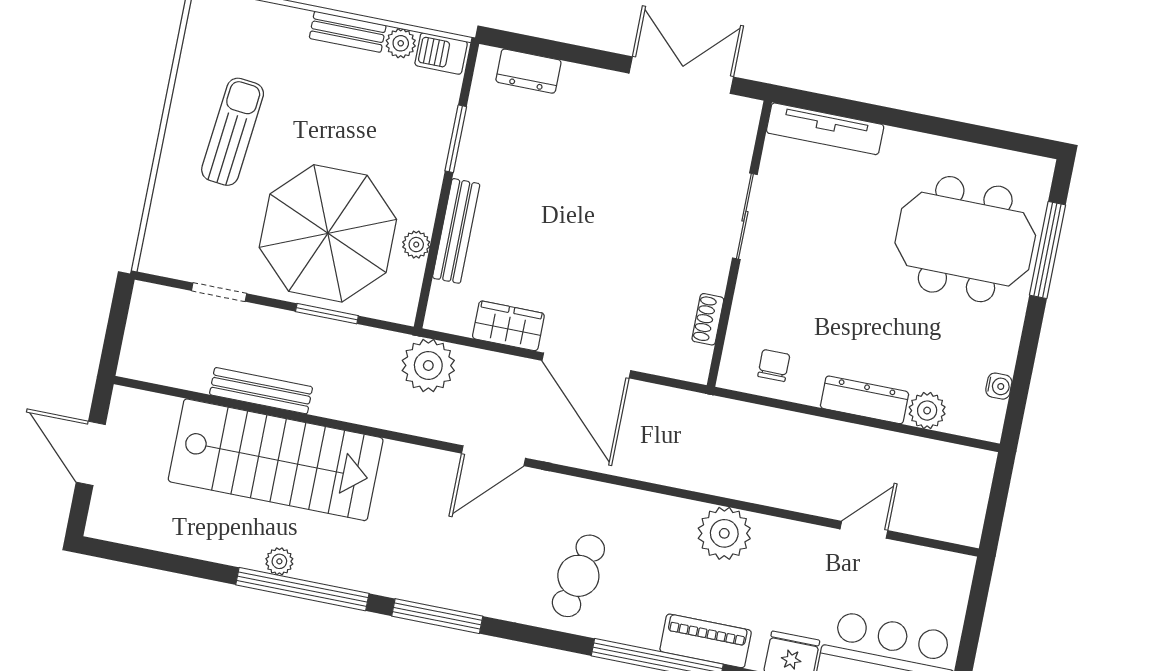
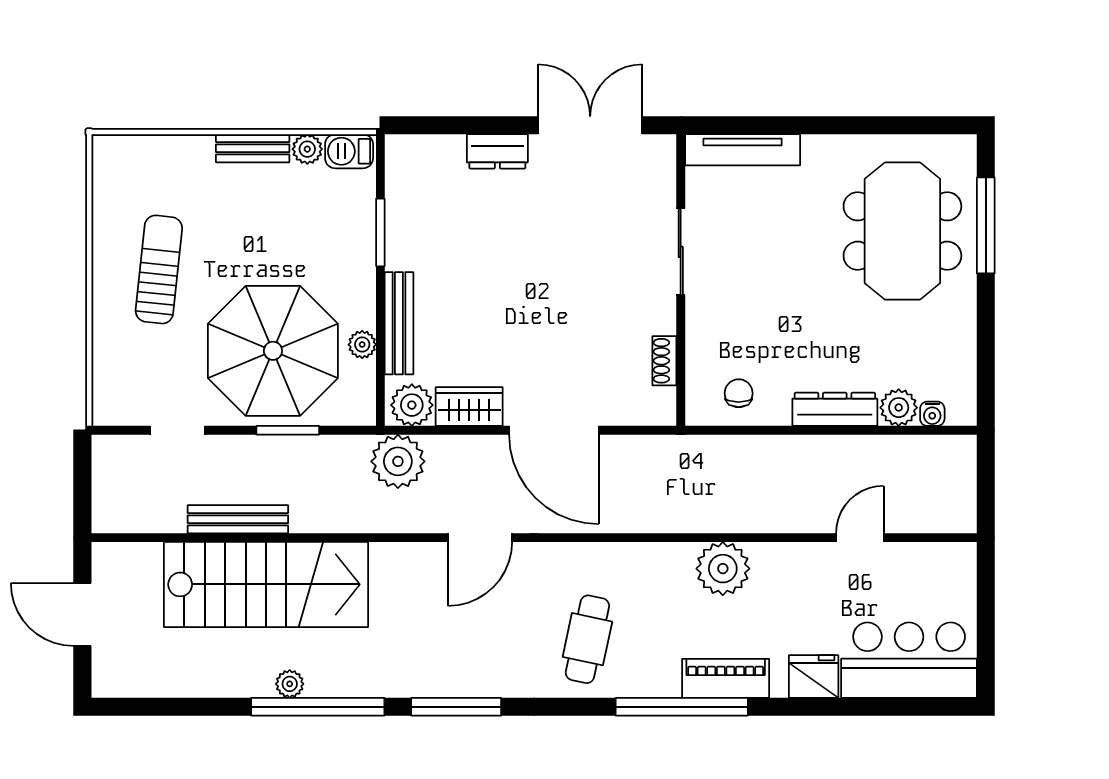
dresser: (528, 71) -> (497, 151), moved
meeting table: (965, 239) -> (902, 231), turned 90
plant: (453, 313) -> (412, 405), added
water cooler: (999, 386) -> (932, 414), moved, turned 90

